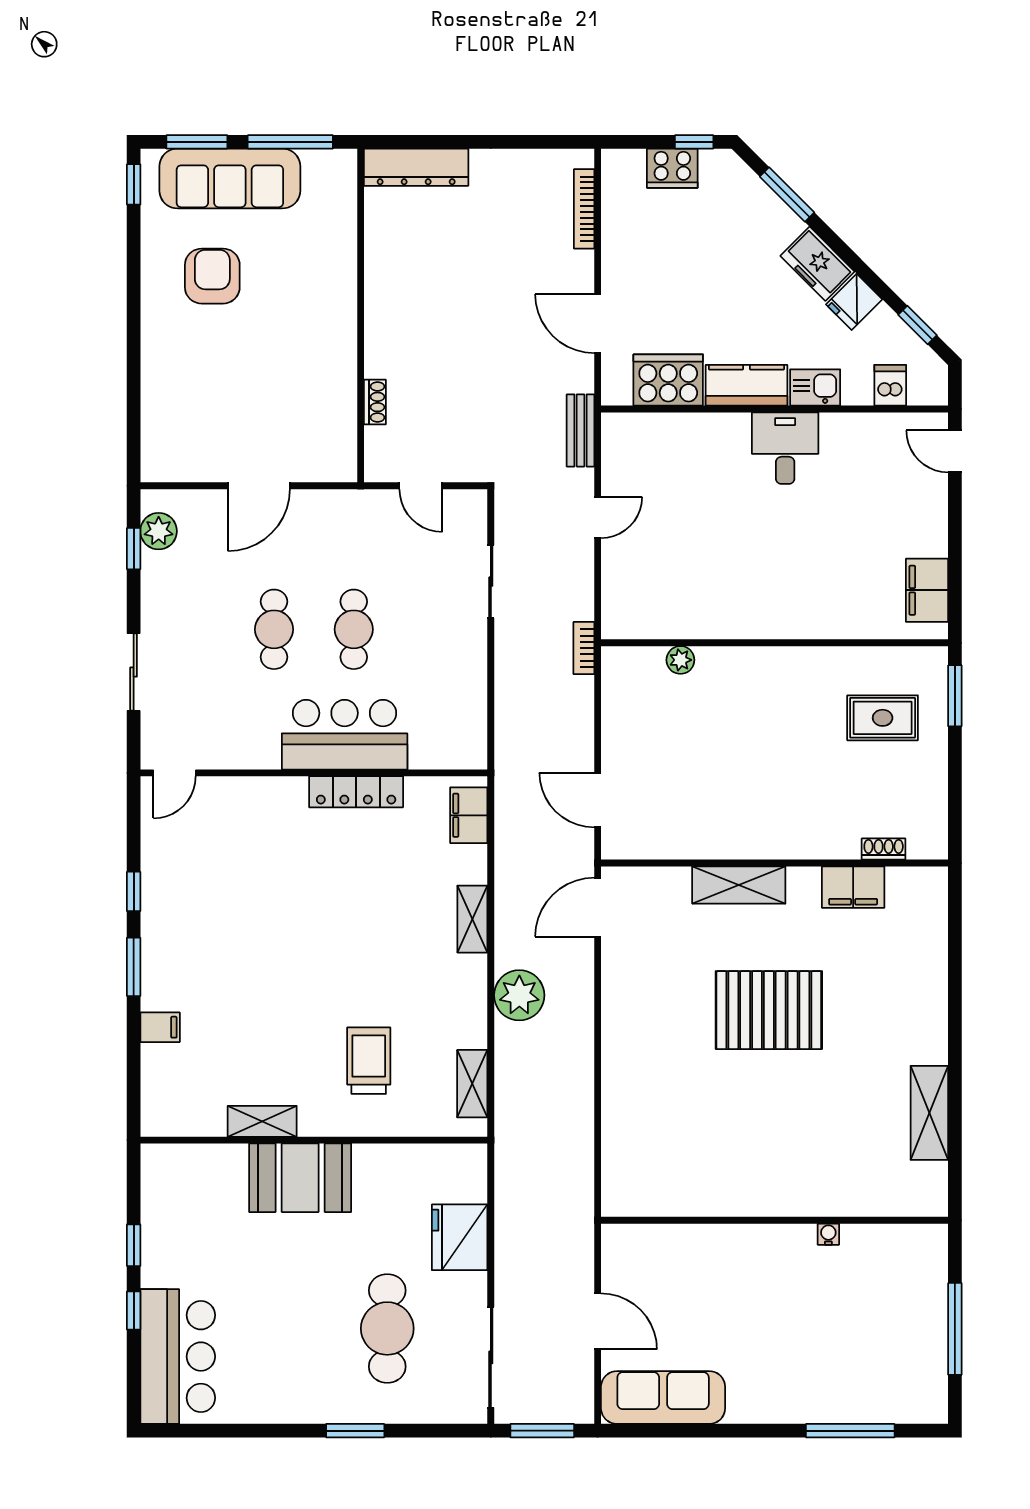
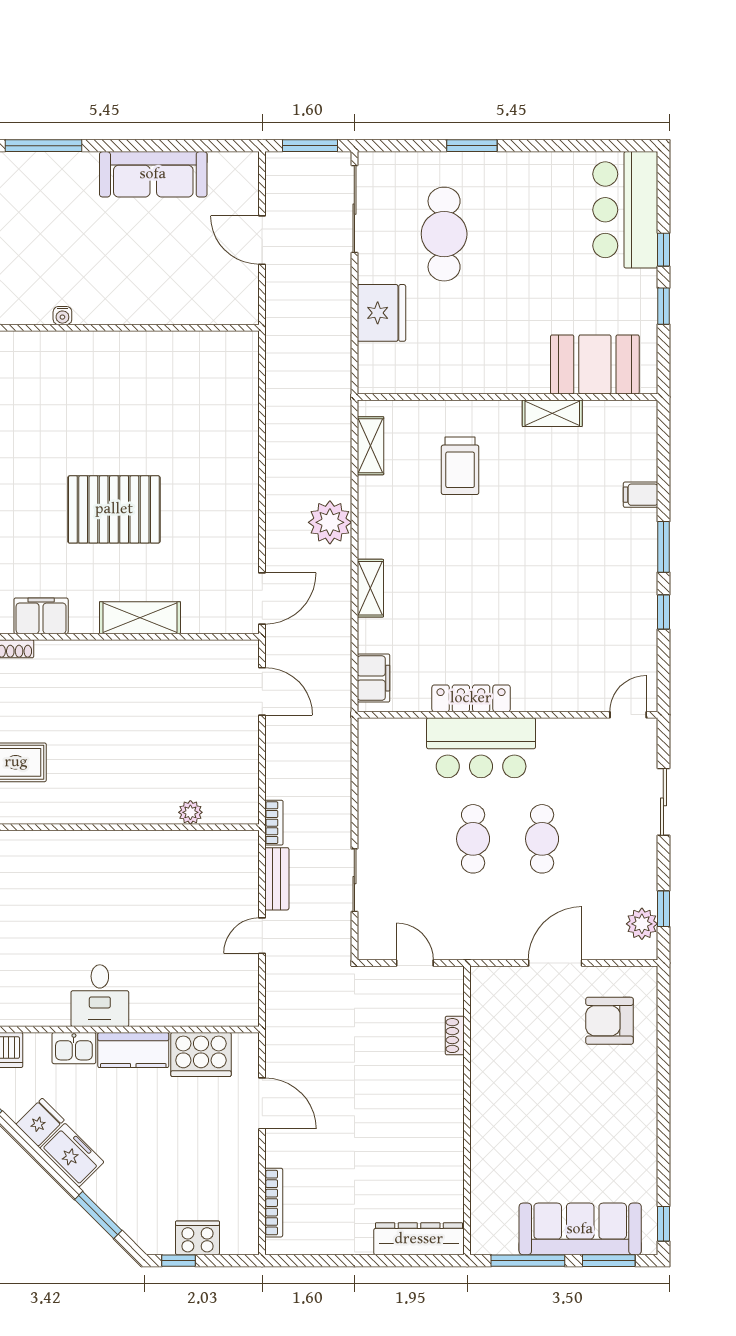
armchair: (212, 276) -> (610, 1021), moved, turned 90
bench: (581, 430) -> (277, 879), moved
booth: (300, 1178) -> (595, 364), moved
sofa: (663, 1398) -> (153, 174), moved

